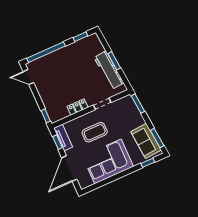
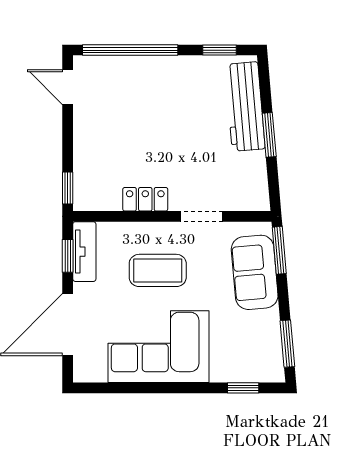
workbench: (109, 70) -> (245, 107), moved
sofa: (146, 141) -> (255, 272), moved

